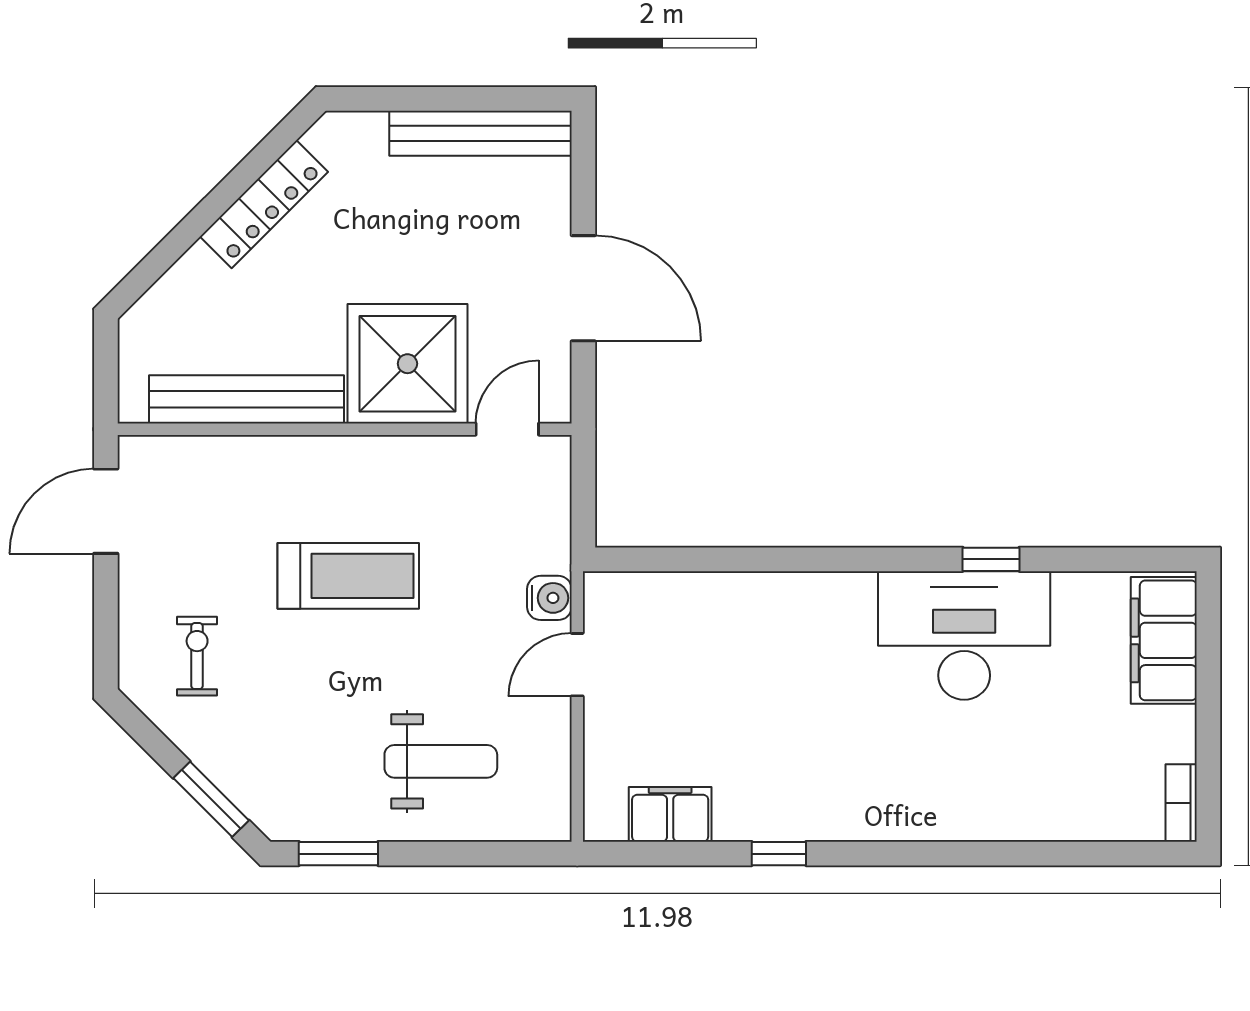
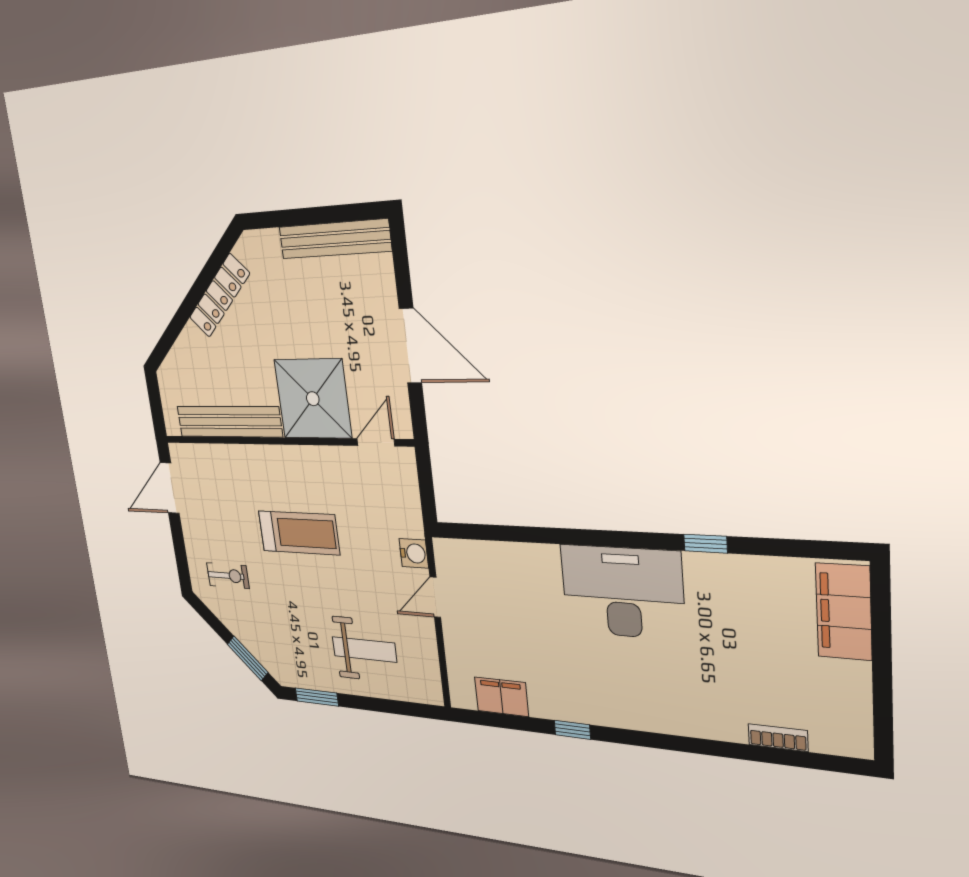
desk: (964, 635) -> (622, 592), moved
exercise bike: (197, 656) -> (228, 576), turned 90
bookcase: (1181, 803) -> (778, 738), moved, turned 90

